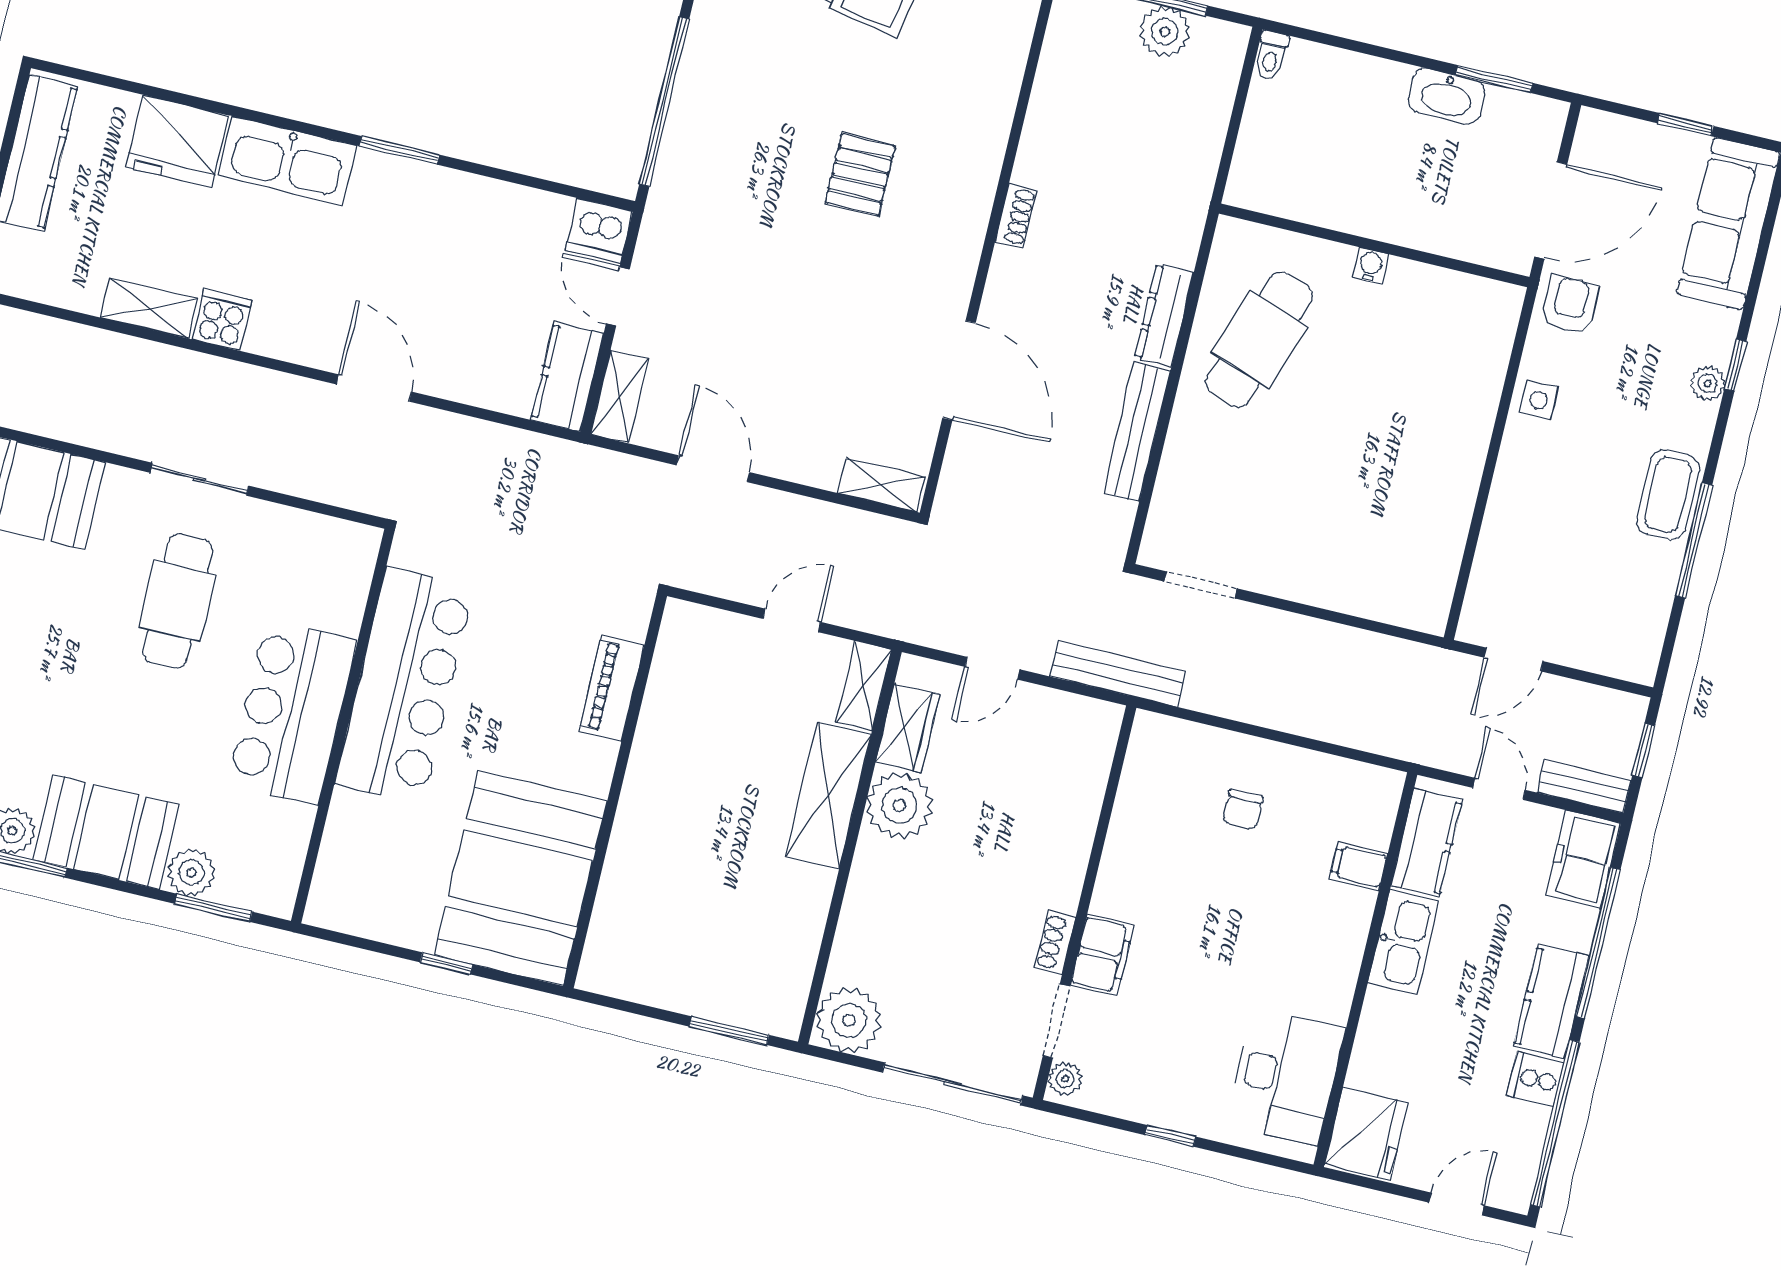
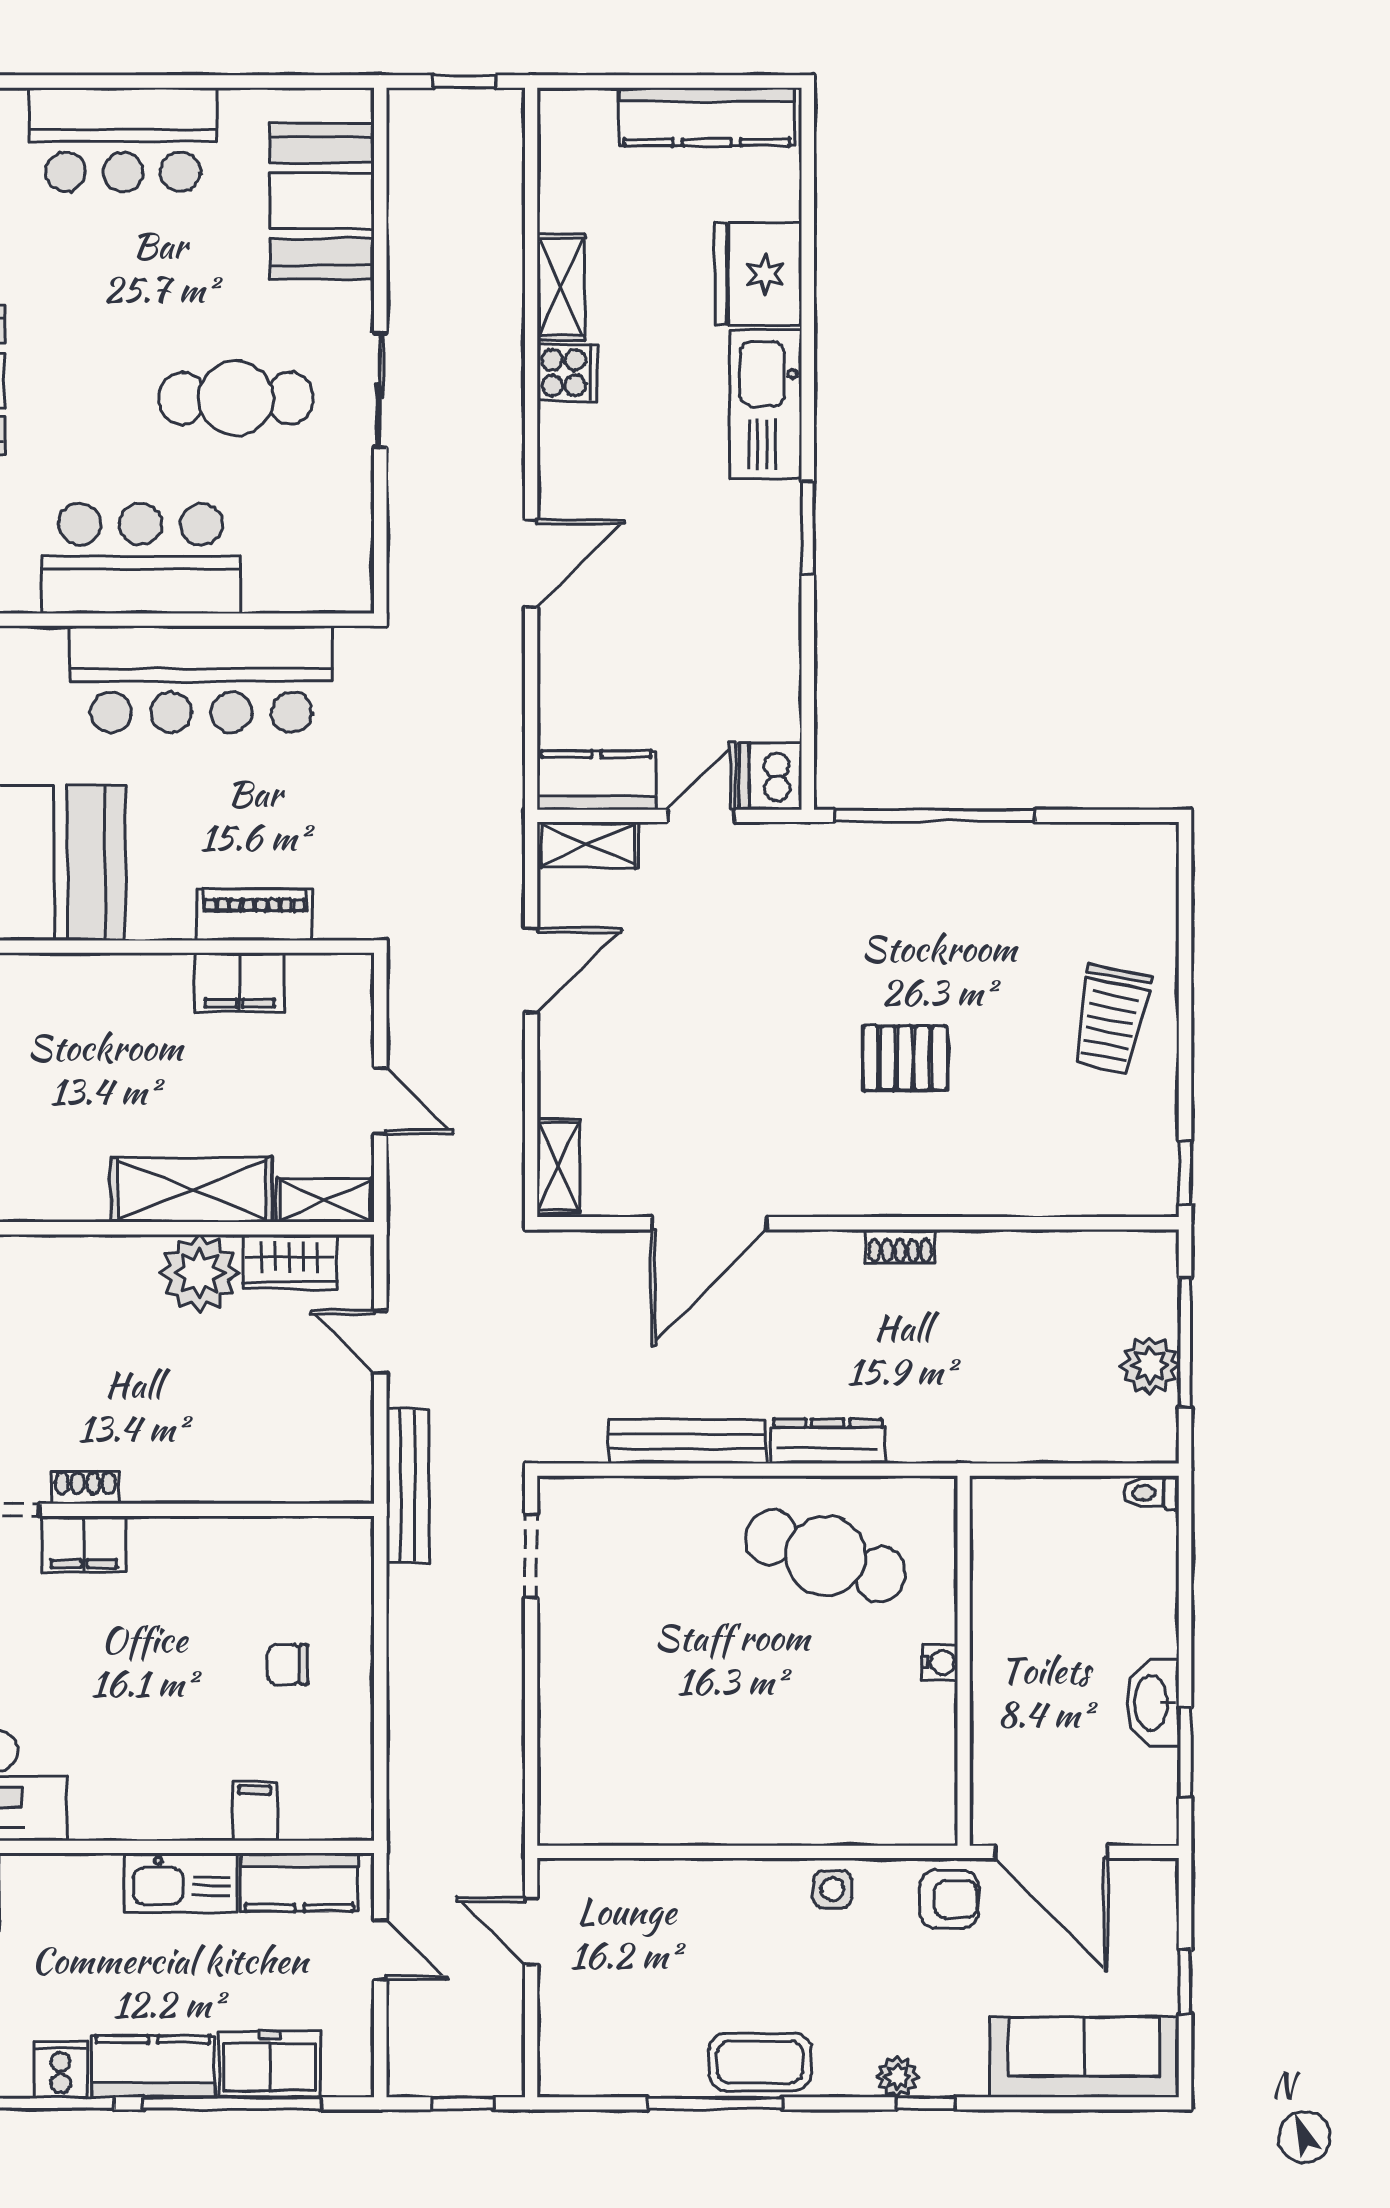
filing cabinet: (665, 714) -> (239, 982), added
bench: (1584, 786) -> (406, 2046), removed
door: (1499, 789) -> (380, 1950), hinge flipped
freezer: (1583, 859) -> (270, 2064), moved

